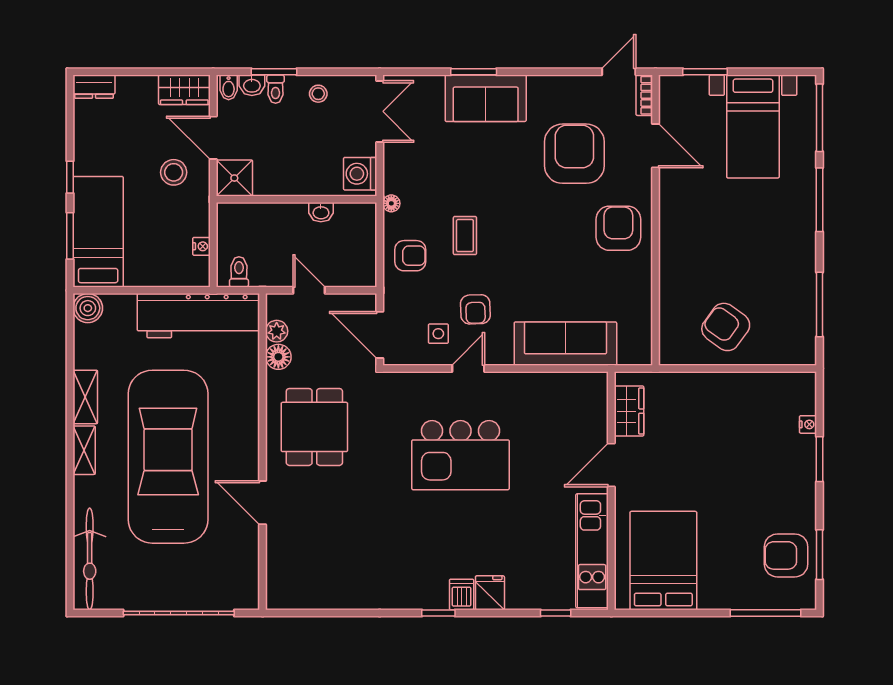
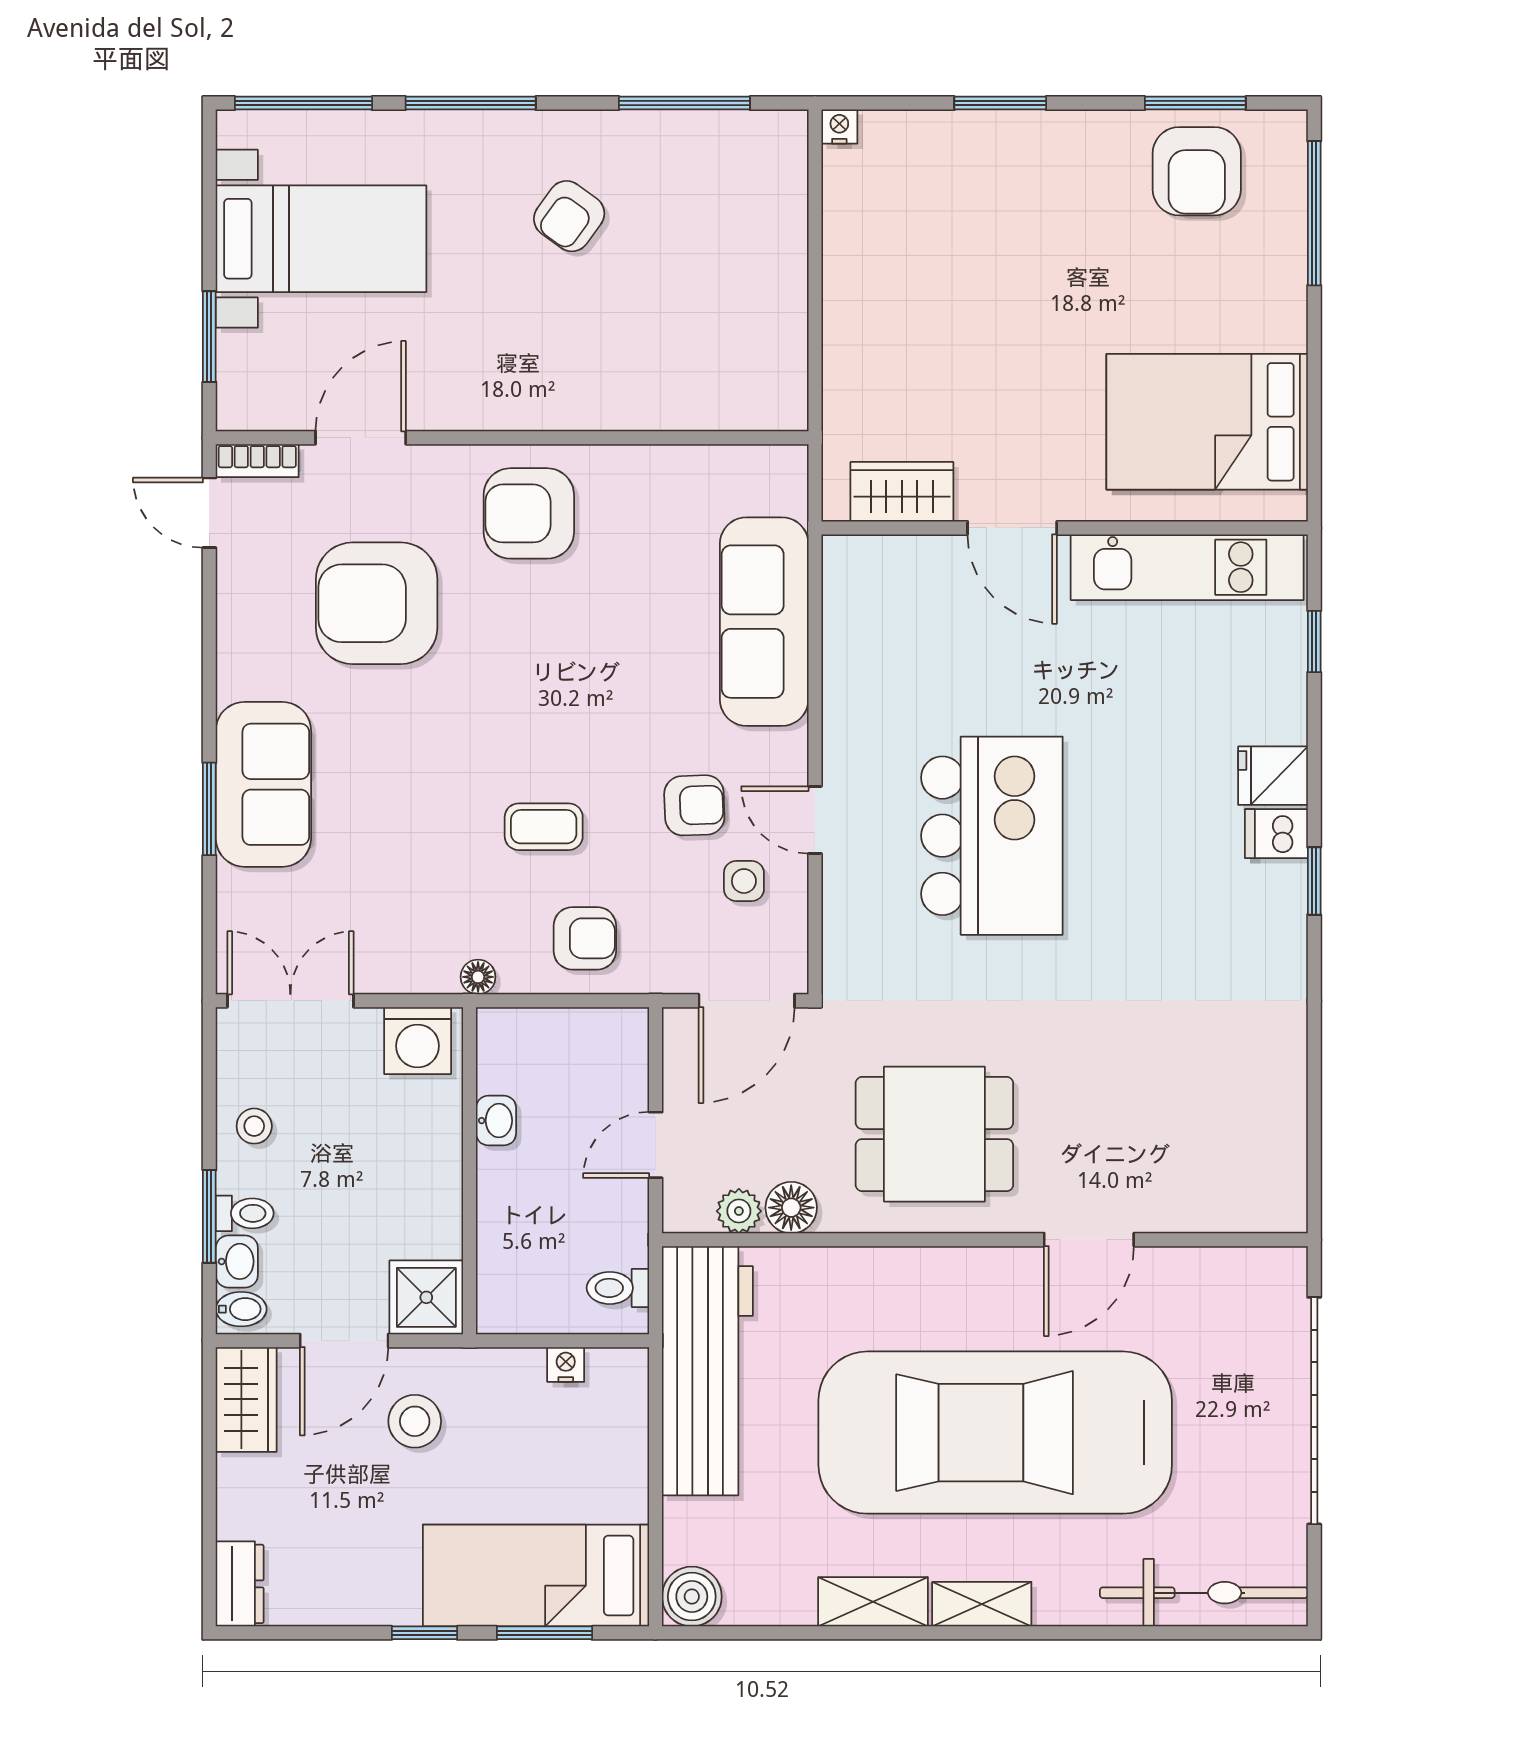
armchair: (410, 256) -> (585, 938), turned 90
armchair: (726, 327) -> (569, 216), moved, width x0.72, depth x0.72
nightstand: (808, 424) -> (839, 126), moved

